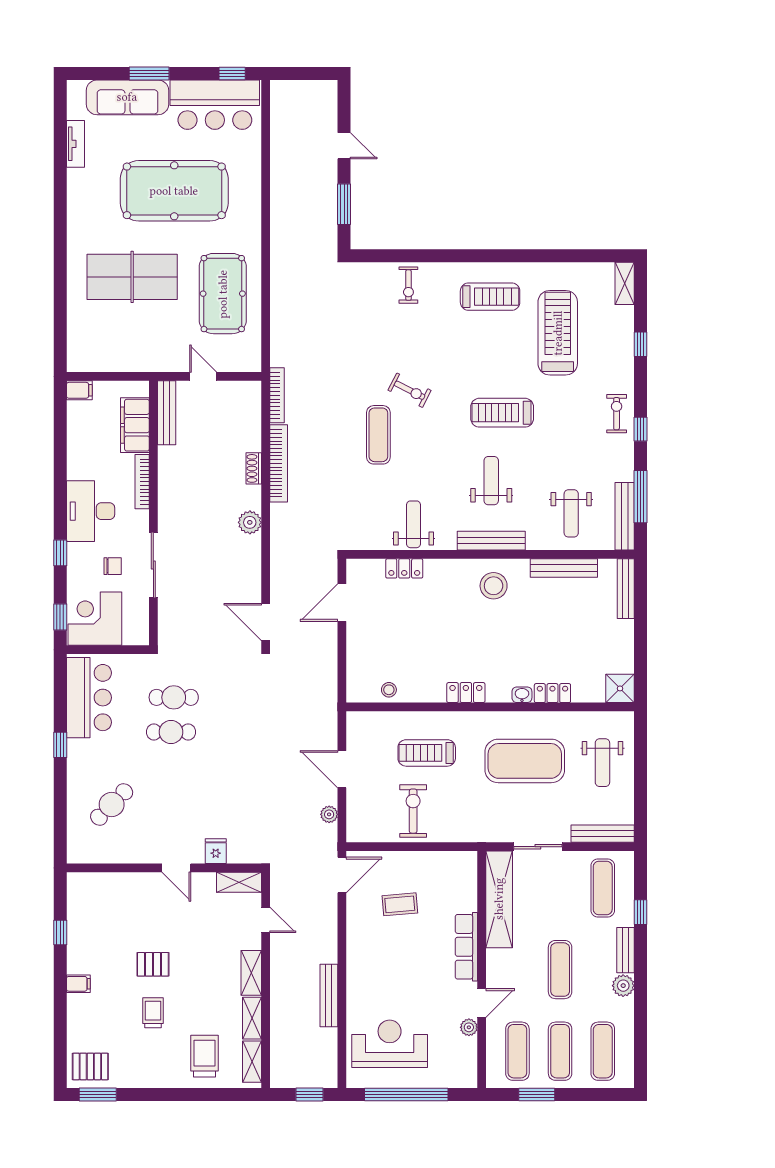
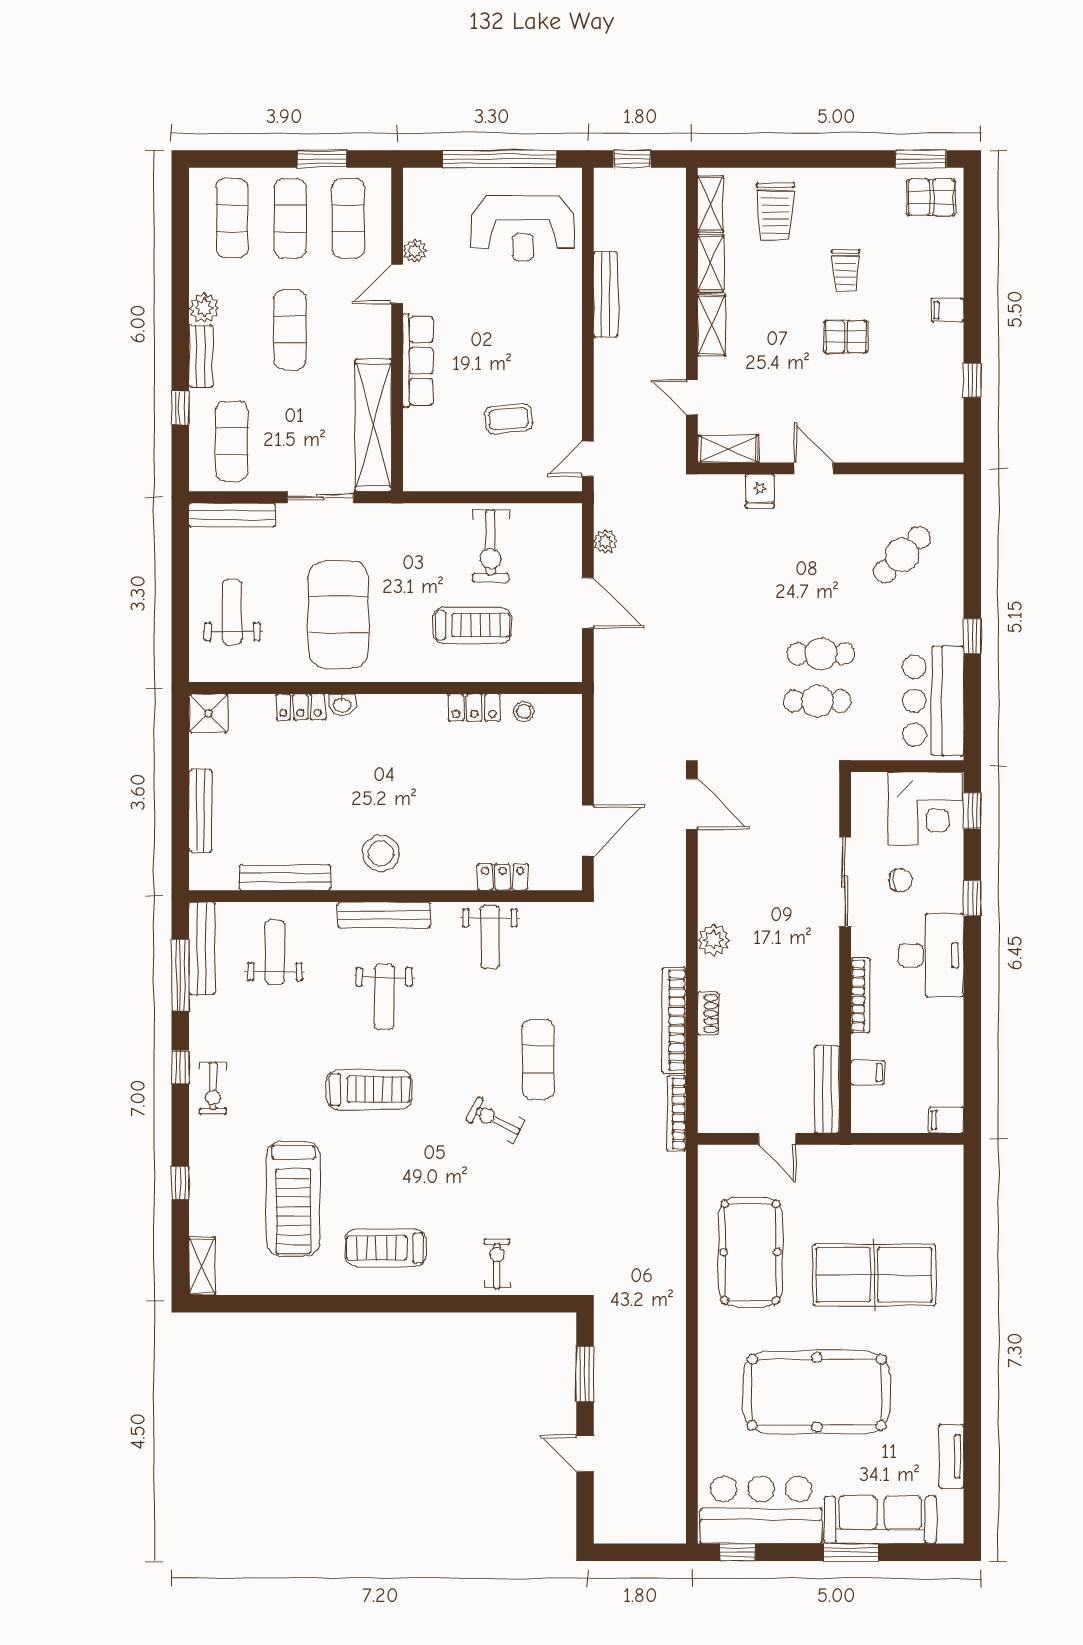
filing cabinet: (135, 425) -> (868, 1073), width x0.33, depth x0.86
chair: (113, 566) -> (901, 880), turned 180
bench: (626, 589) -> (200, 811), moved
locker: (466, 693) -> (474, 708), moved
exercise mat: (525, 761) -> (338, 614), turned 90
door: (342, 875) -> (588, 459), width x0.73

